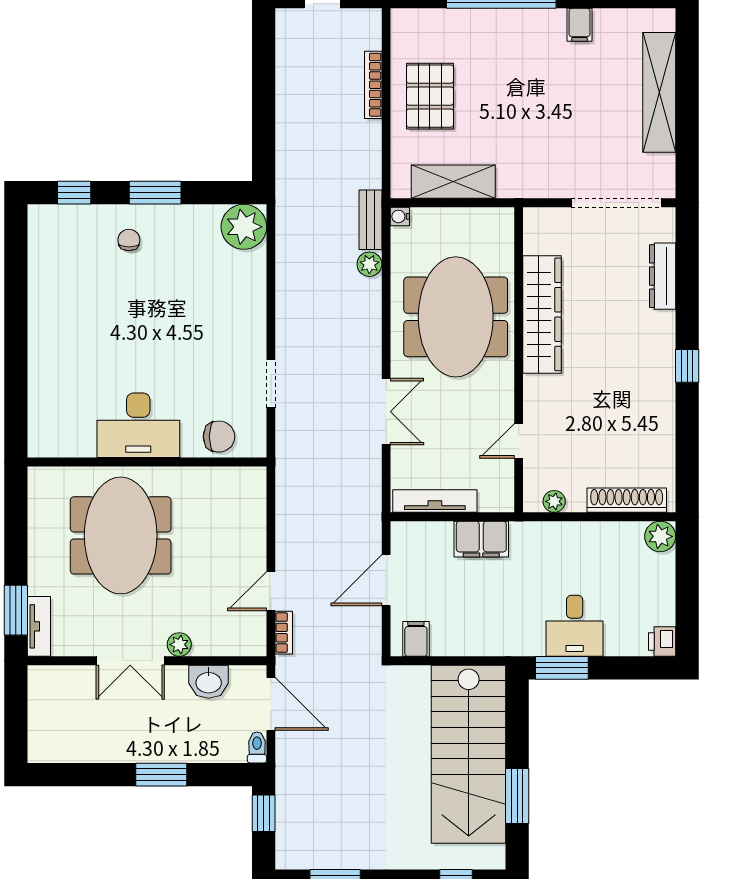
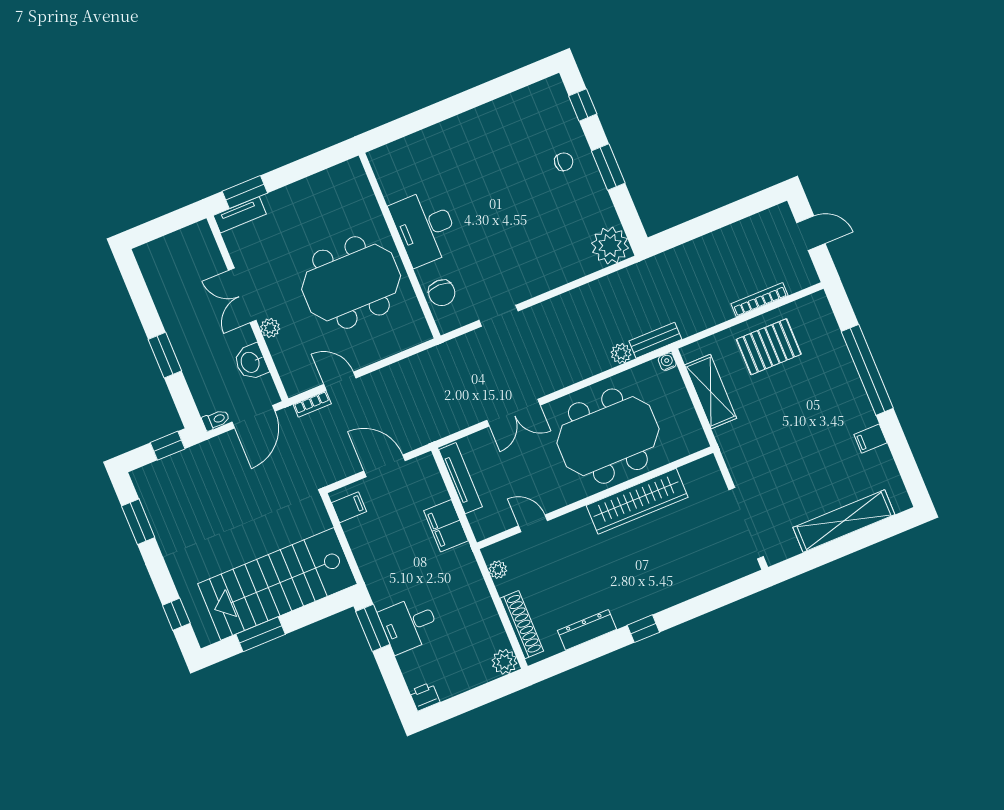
dresser: (663, 276) -> (587, 630), moved
meeting table: (121, 535) -> (351, 283), moved

